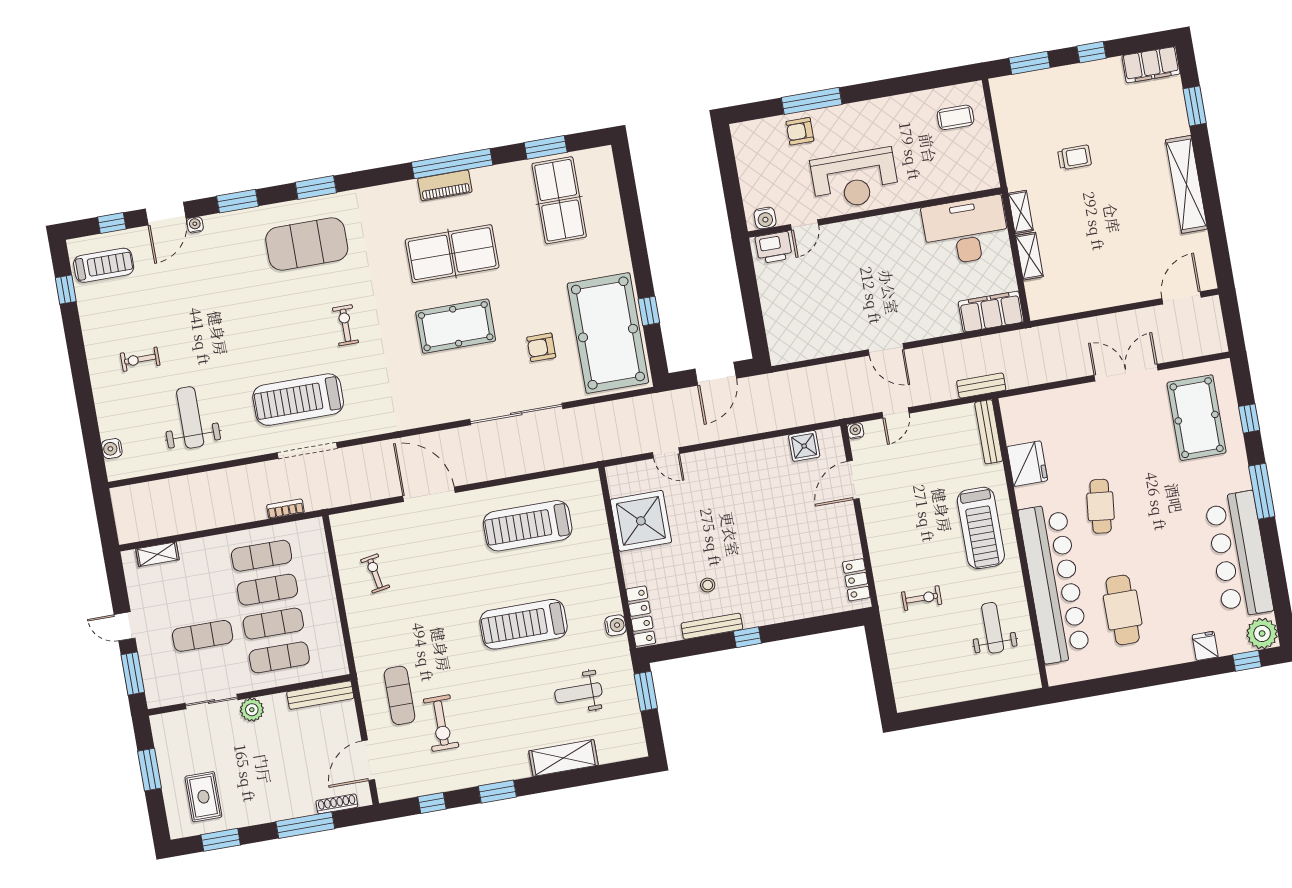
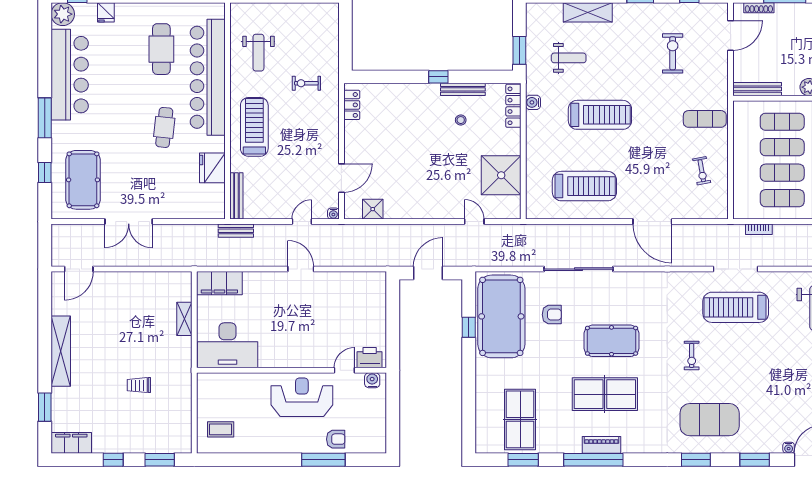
shelving: (1021, 212) -> (185, 352), removed
treadmill: (298, 400) -> (736, 307), turned 180
exercise mat: (400, 695) -> (705, 119), moved, turned 90

